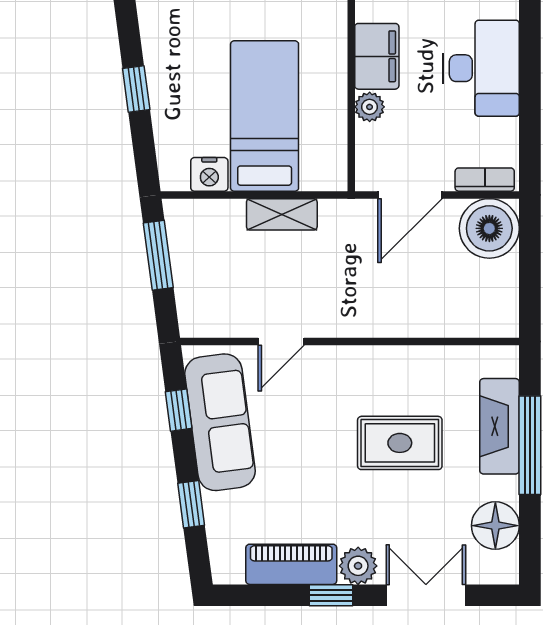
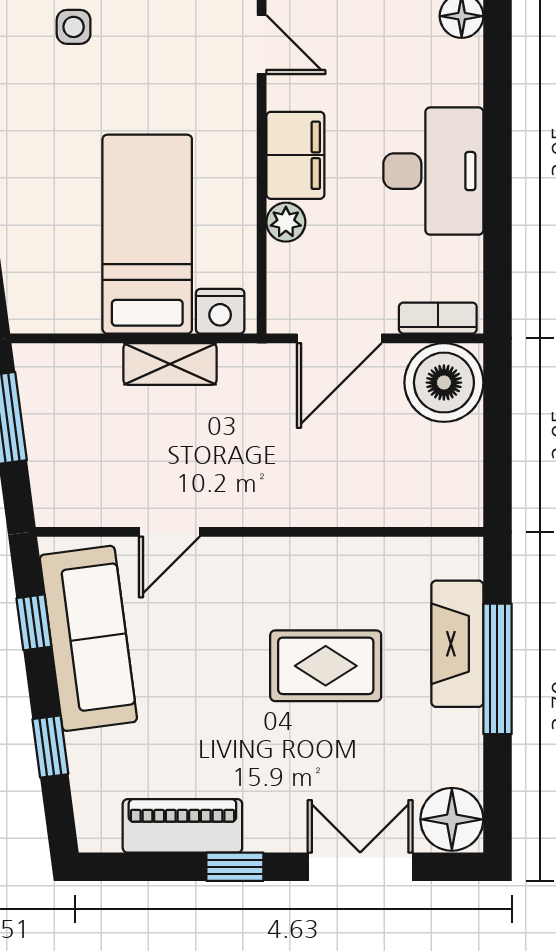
nightstand: (209, 174) -> (220, 311), moved
floor lamp: (495, 526) -> (452, 819), moved
plant: (358, 566) -> (271, 828), removed

